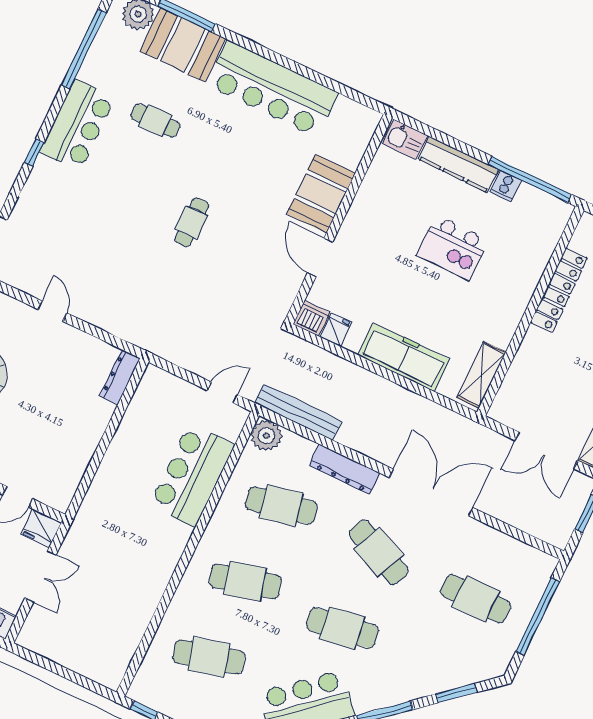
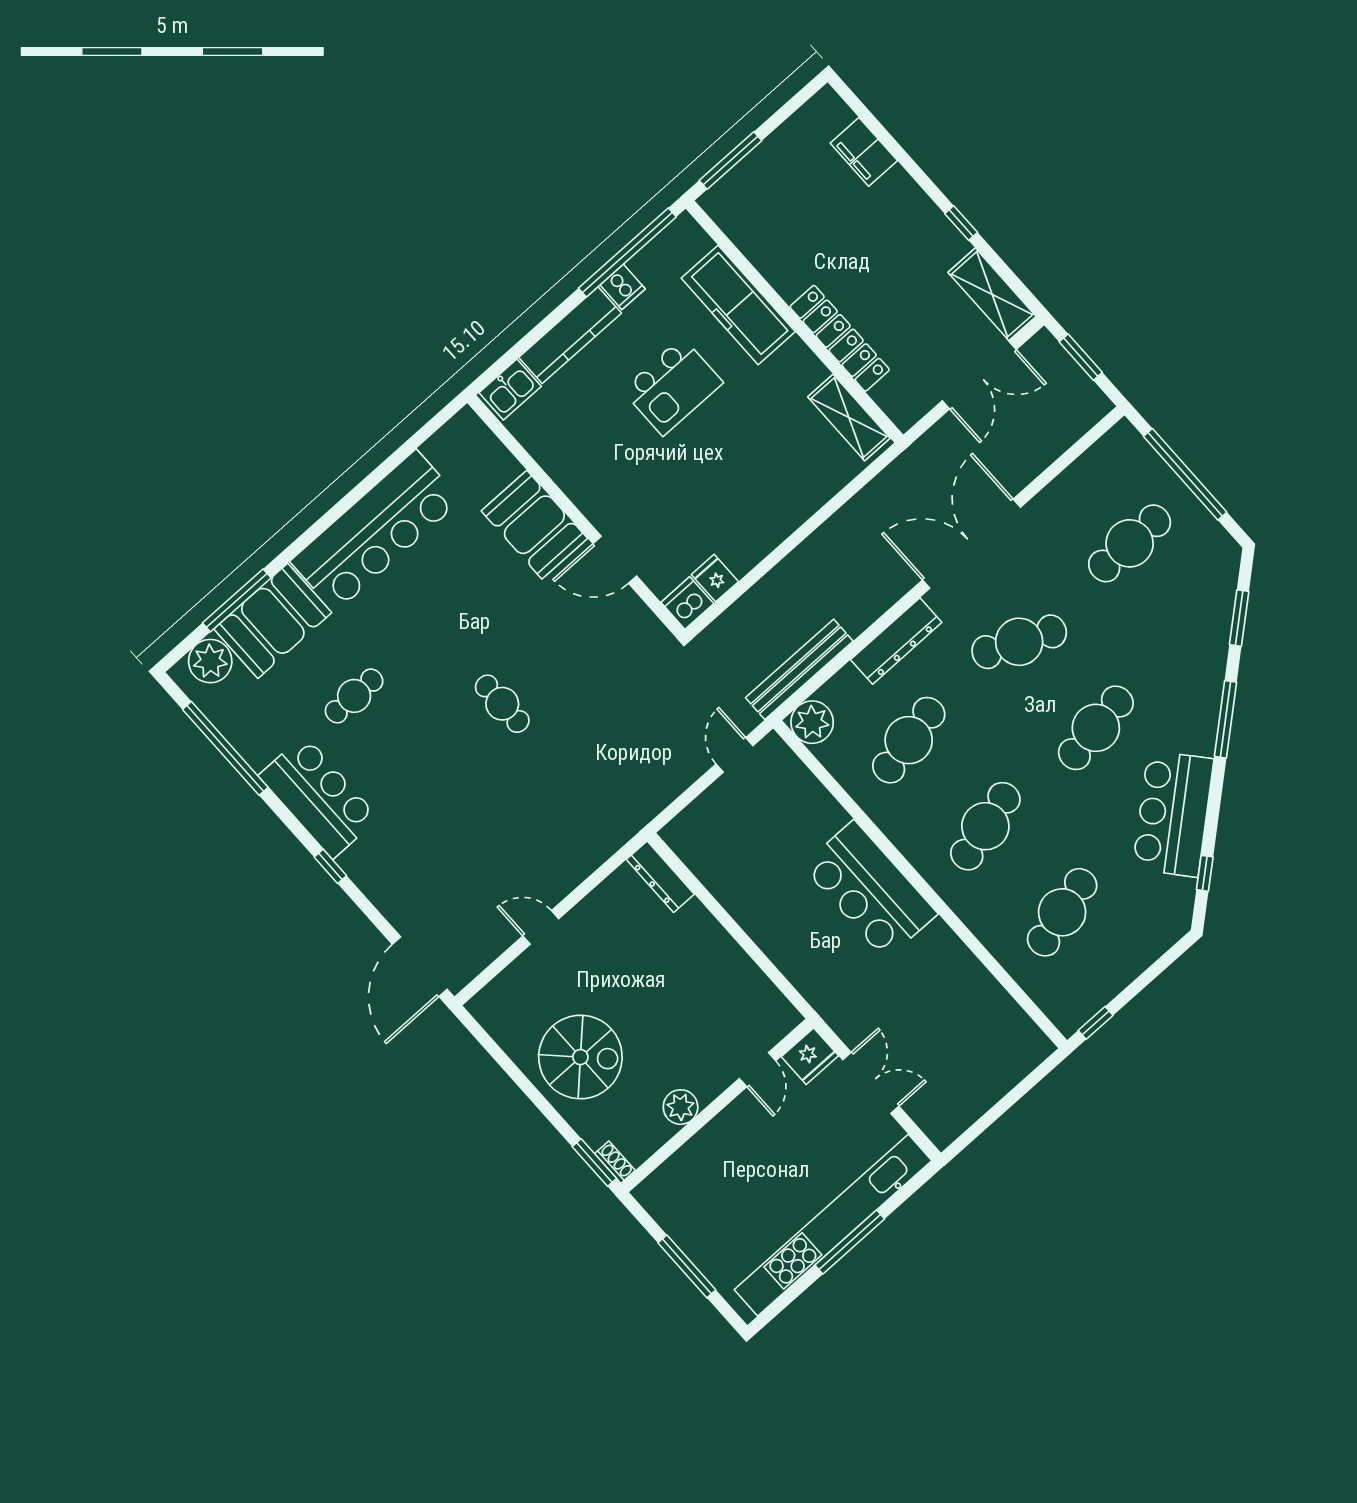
locker: (559, 290) -> (840, 338), moved
freezer: (404, 357) -> (738, 305), moved, turned -90
bar counter: (192, 475) -> (870, 890), moved

